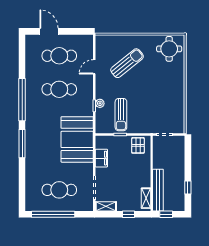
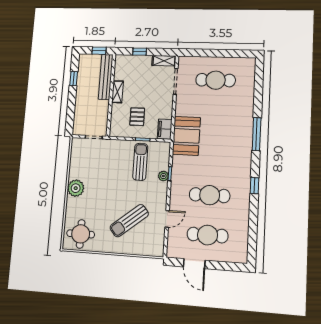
door: (49, 31) -> (194, 264), moved
plant: (177, 88) -> (76, 188), added
window: (22, 100) -> (254, 186), width x0.32
booth: (77, 139) -> (186, 136), width x0.73, depth x0.70
pallet: (138, 145) -> (137, 117), moved
filing cabinet: (101, 158) -> (165, 129), moved
shelving: (146, 198) -> (117, 92), moved
window: (53, 214) -> (224, 53), removed

